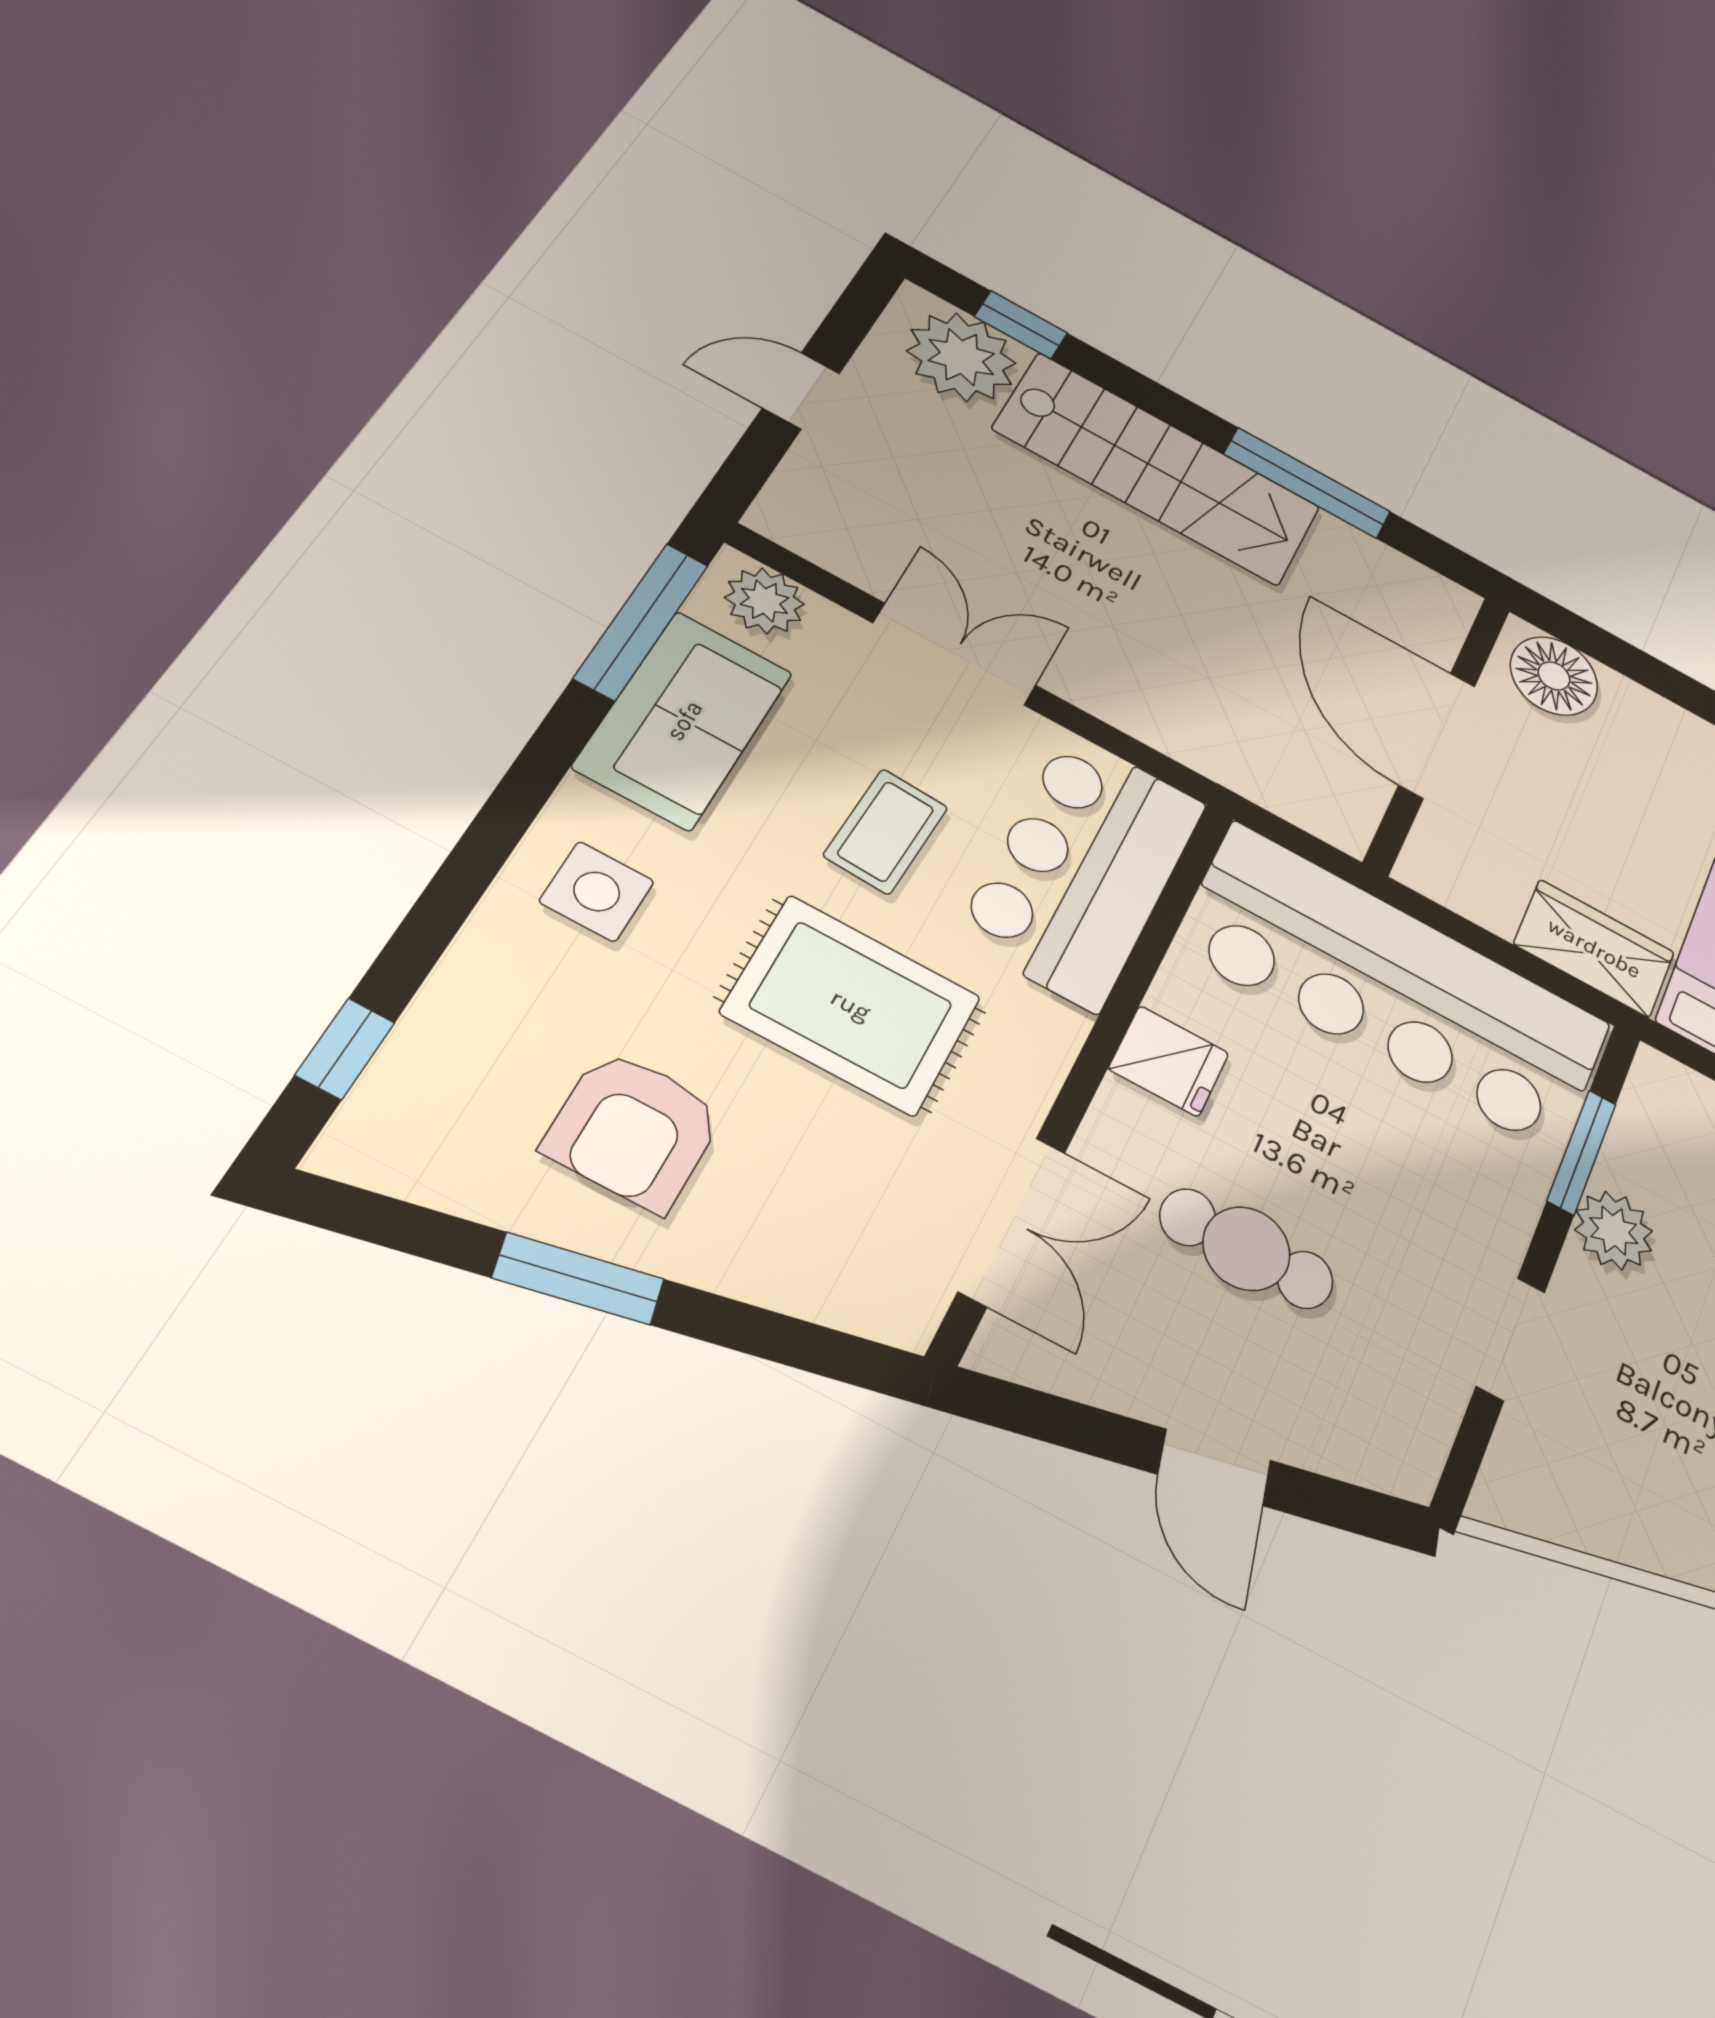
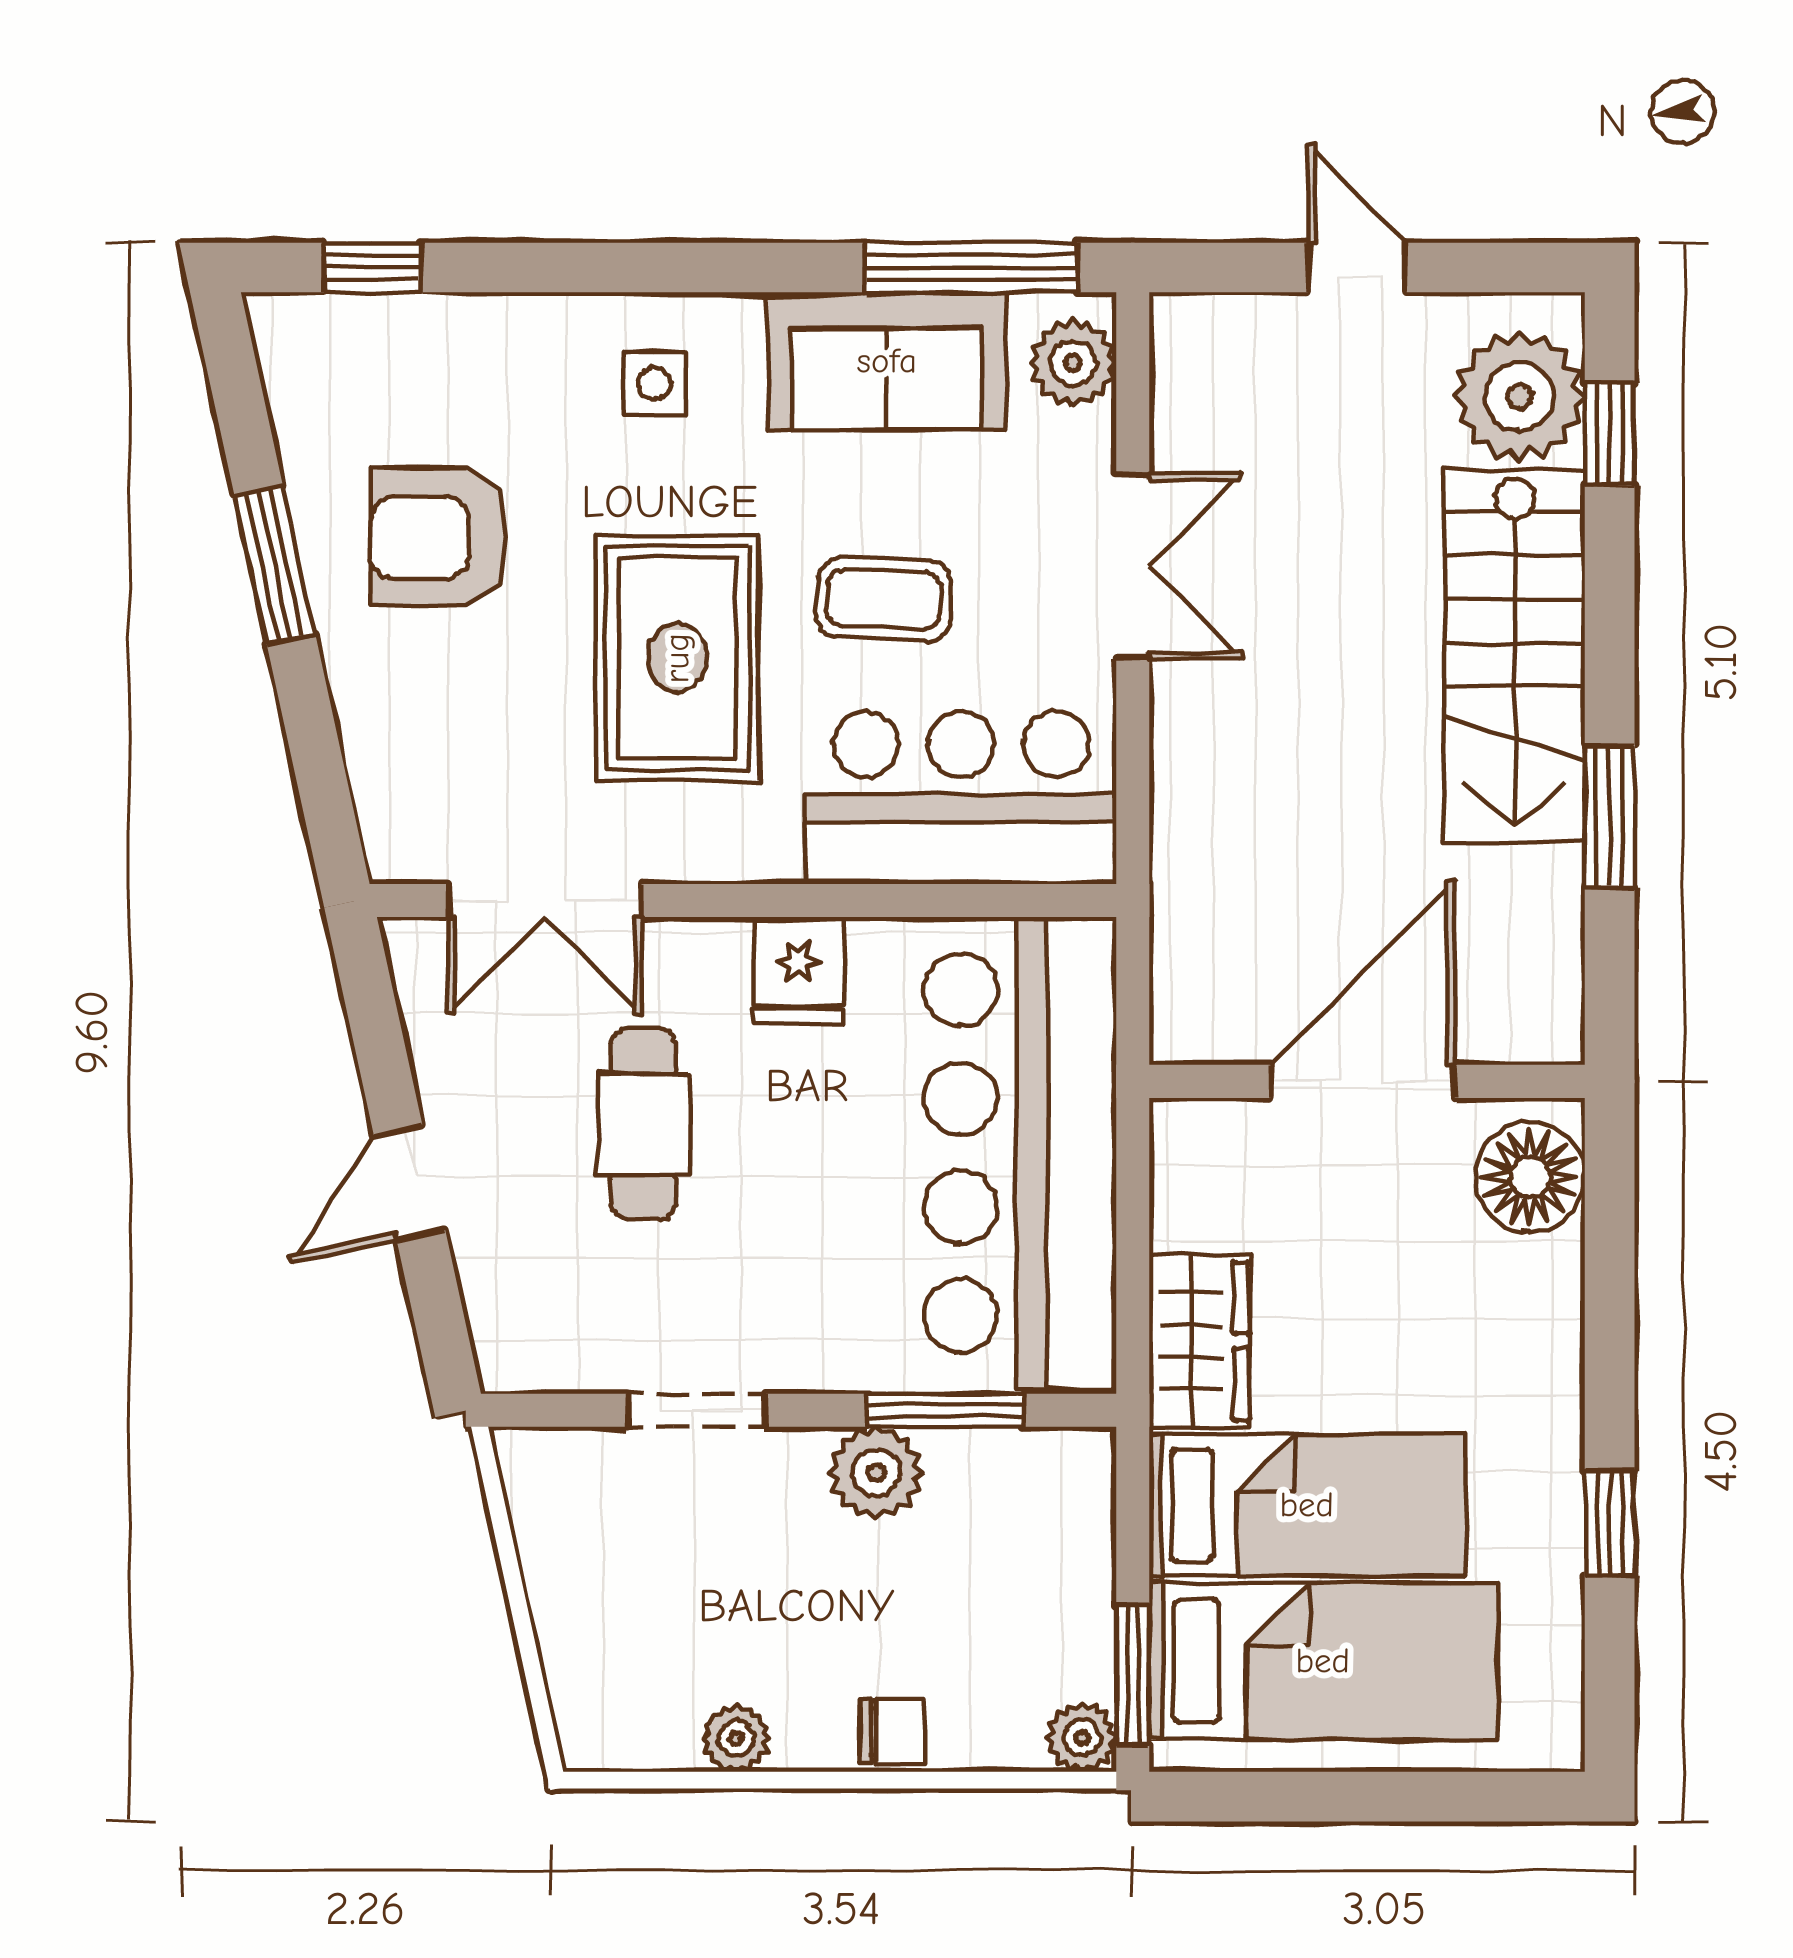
window: (1307, 483) -> (1610, 816), width x0.69
side table: (597, 892) -> (654, 383), width x0.73, depth x0.73

